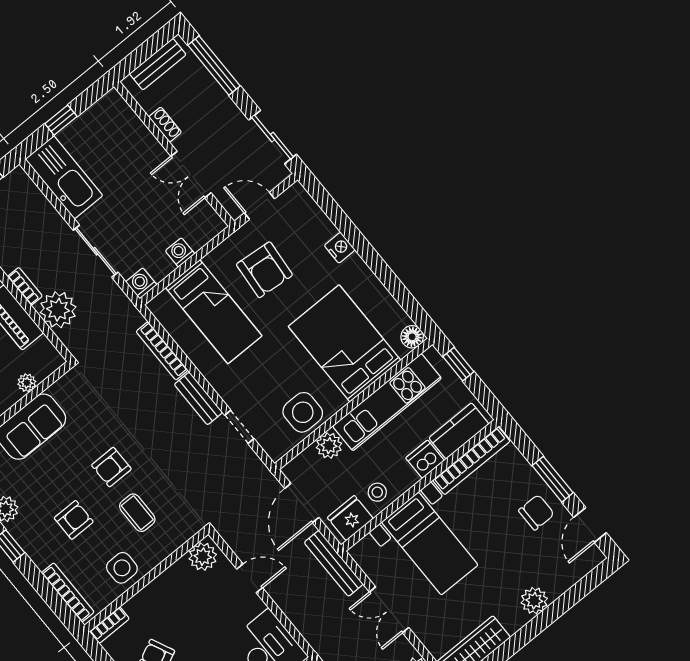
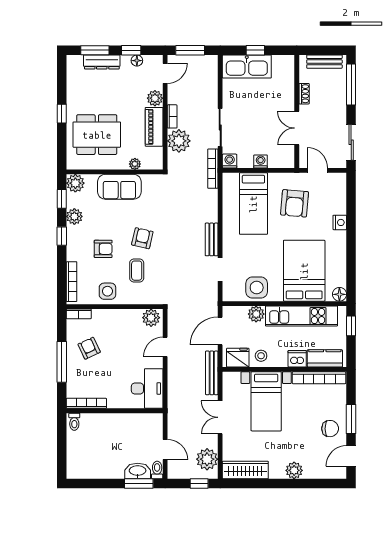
kitchen sink: (64, 177) -> (247, 67), moved, turned 90
bookcase: (162, 351) -> (213, 169), moved
armchair: (111, 467) -> (142, 238), turned 103
door: (250, 578) -> (165, 347), swing flipped

